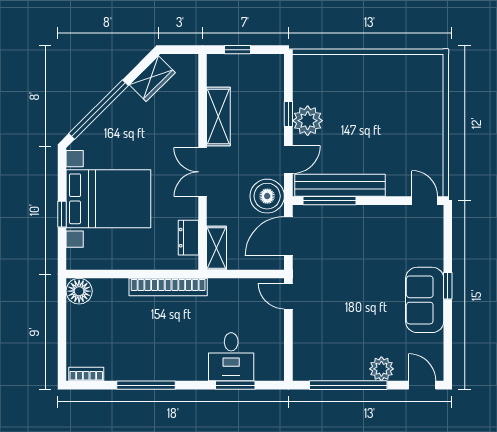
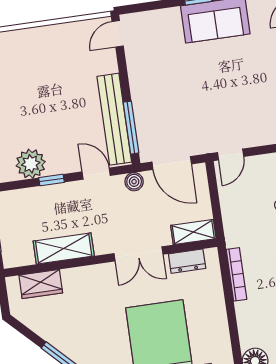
wardrobe: (152, 79) -> (41, 284), moved, turned 135
plant: (308, 121) -> (31, 164), moved
double door: (202, 172) -> (139, 254), moved
boiler: (267, 196) -> (134, 182), width x0.54, depth x0.54
bookcase: (168, 287) -> (236, 274), width x0.68, depth x0.76

